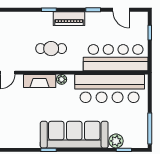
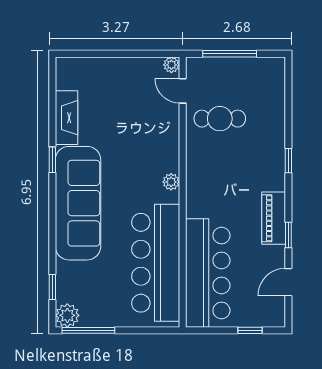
piano: (69, 19) -> (274, 218), moved
cafe table: (51, 49) -> (220, 119), moved, turned 90
fireplace: (40, 81) -> (67, 118), moved, turned 180
plant: (116, 141) -> (67, 315), moved

